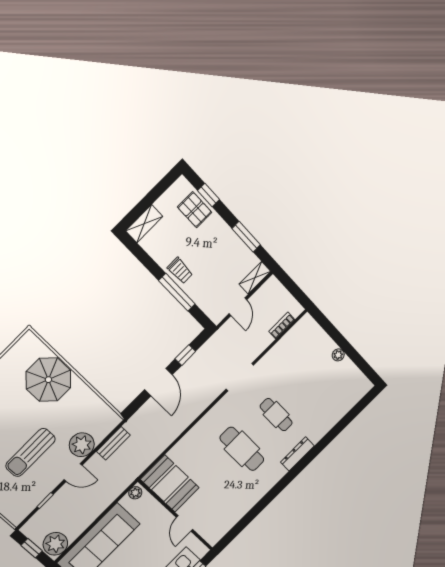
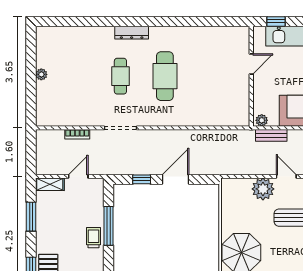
bookcase: (282, 325) -> (77, 134), moved
bench: (113, 443) -> (271, 135), moved
booth: (170, 484) -> (234, 103), removed

